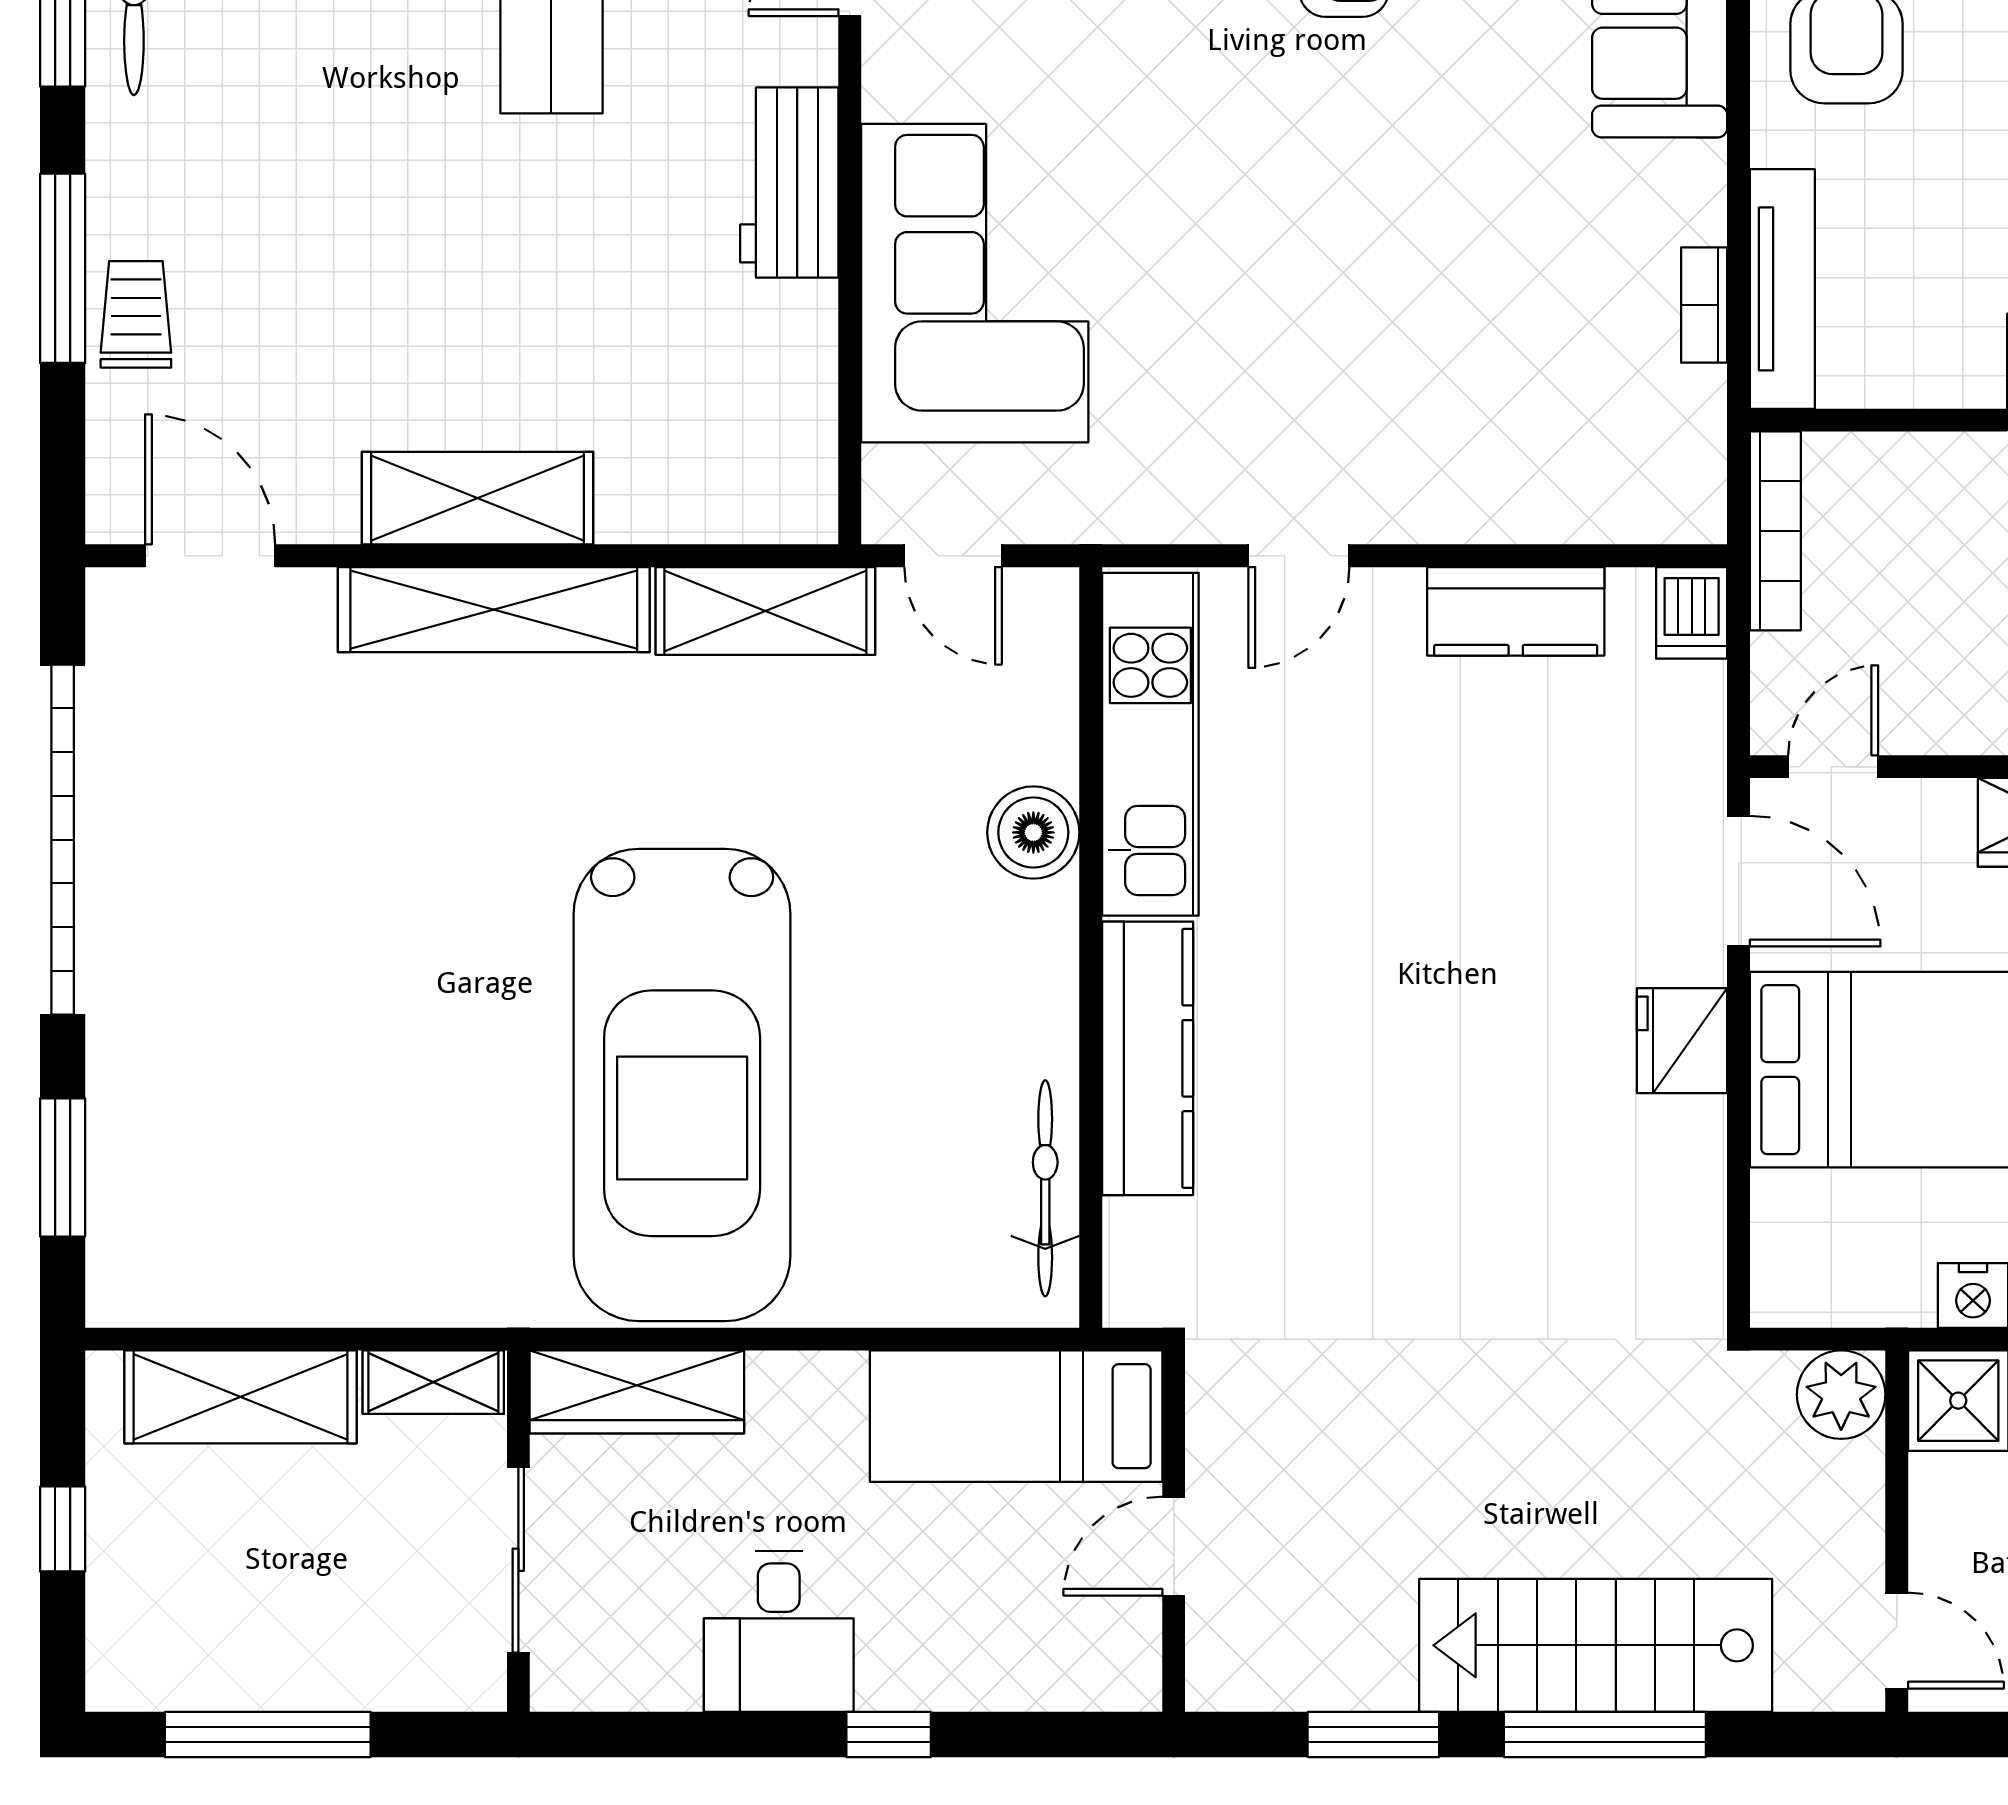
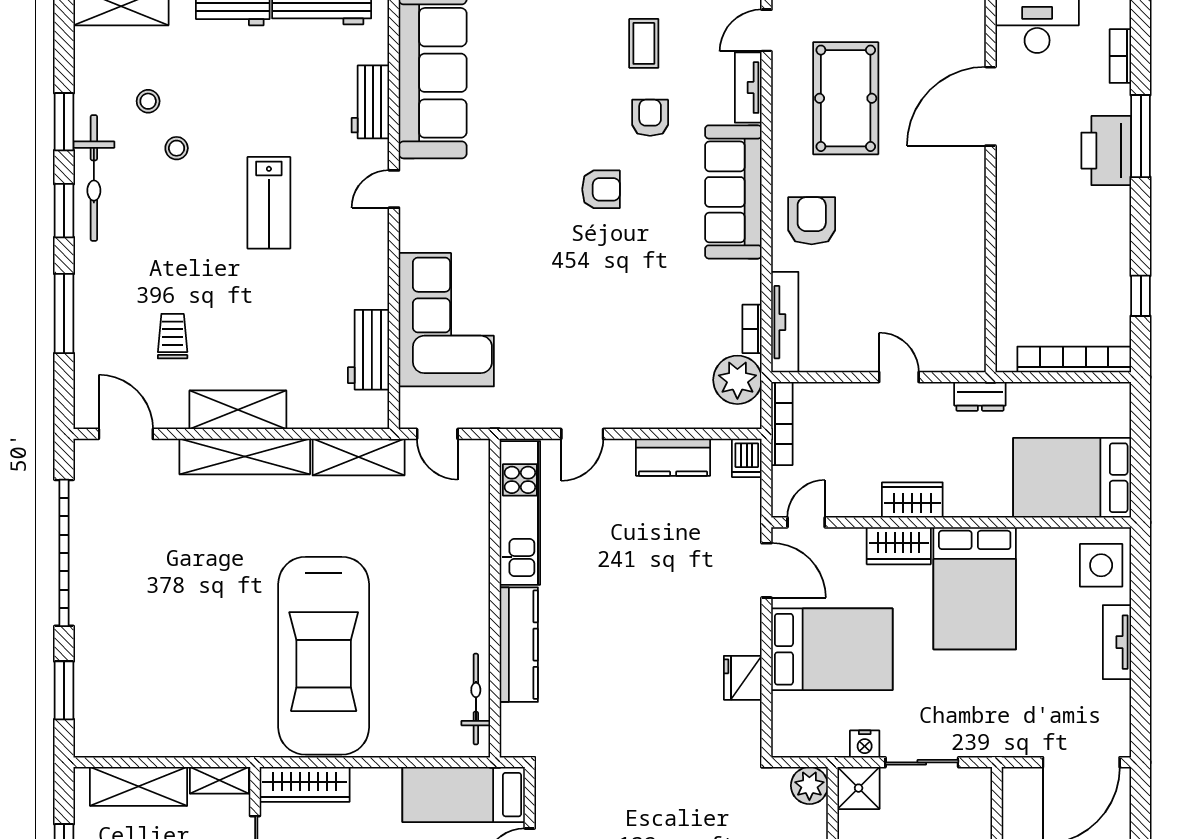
workbench: (789, 183) -> (369, 350), moved
trolley: (136, 314) -> (173, 336), moved
plant: (1669, 427) -> (737, 380), added
boiler: (1033, 832) -> (471, 550), removed
fridge: (1682, 1041) -> (743, 678), moved

